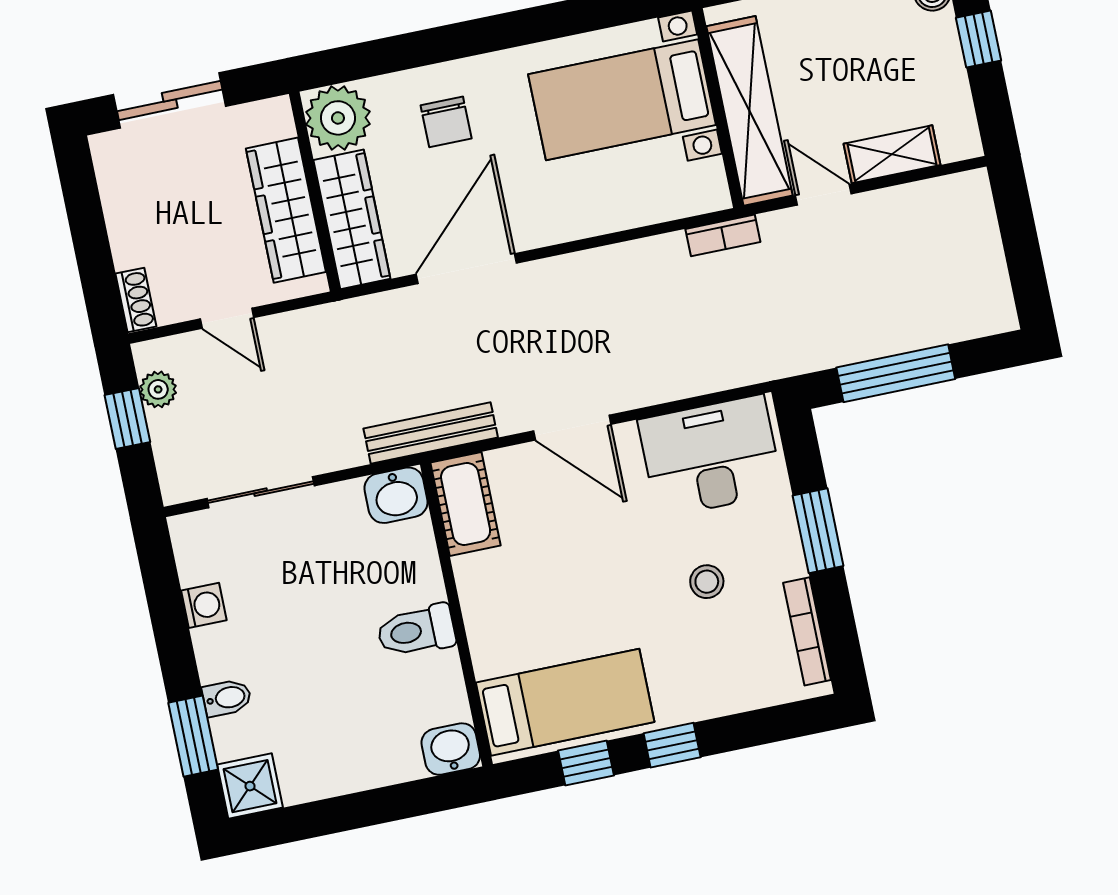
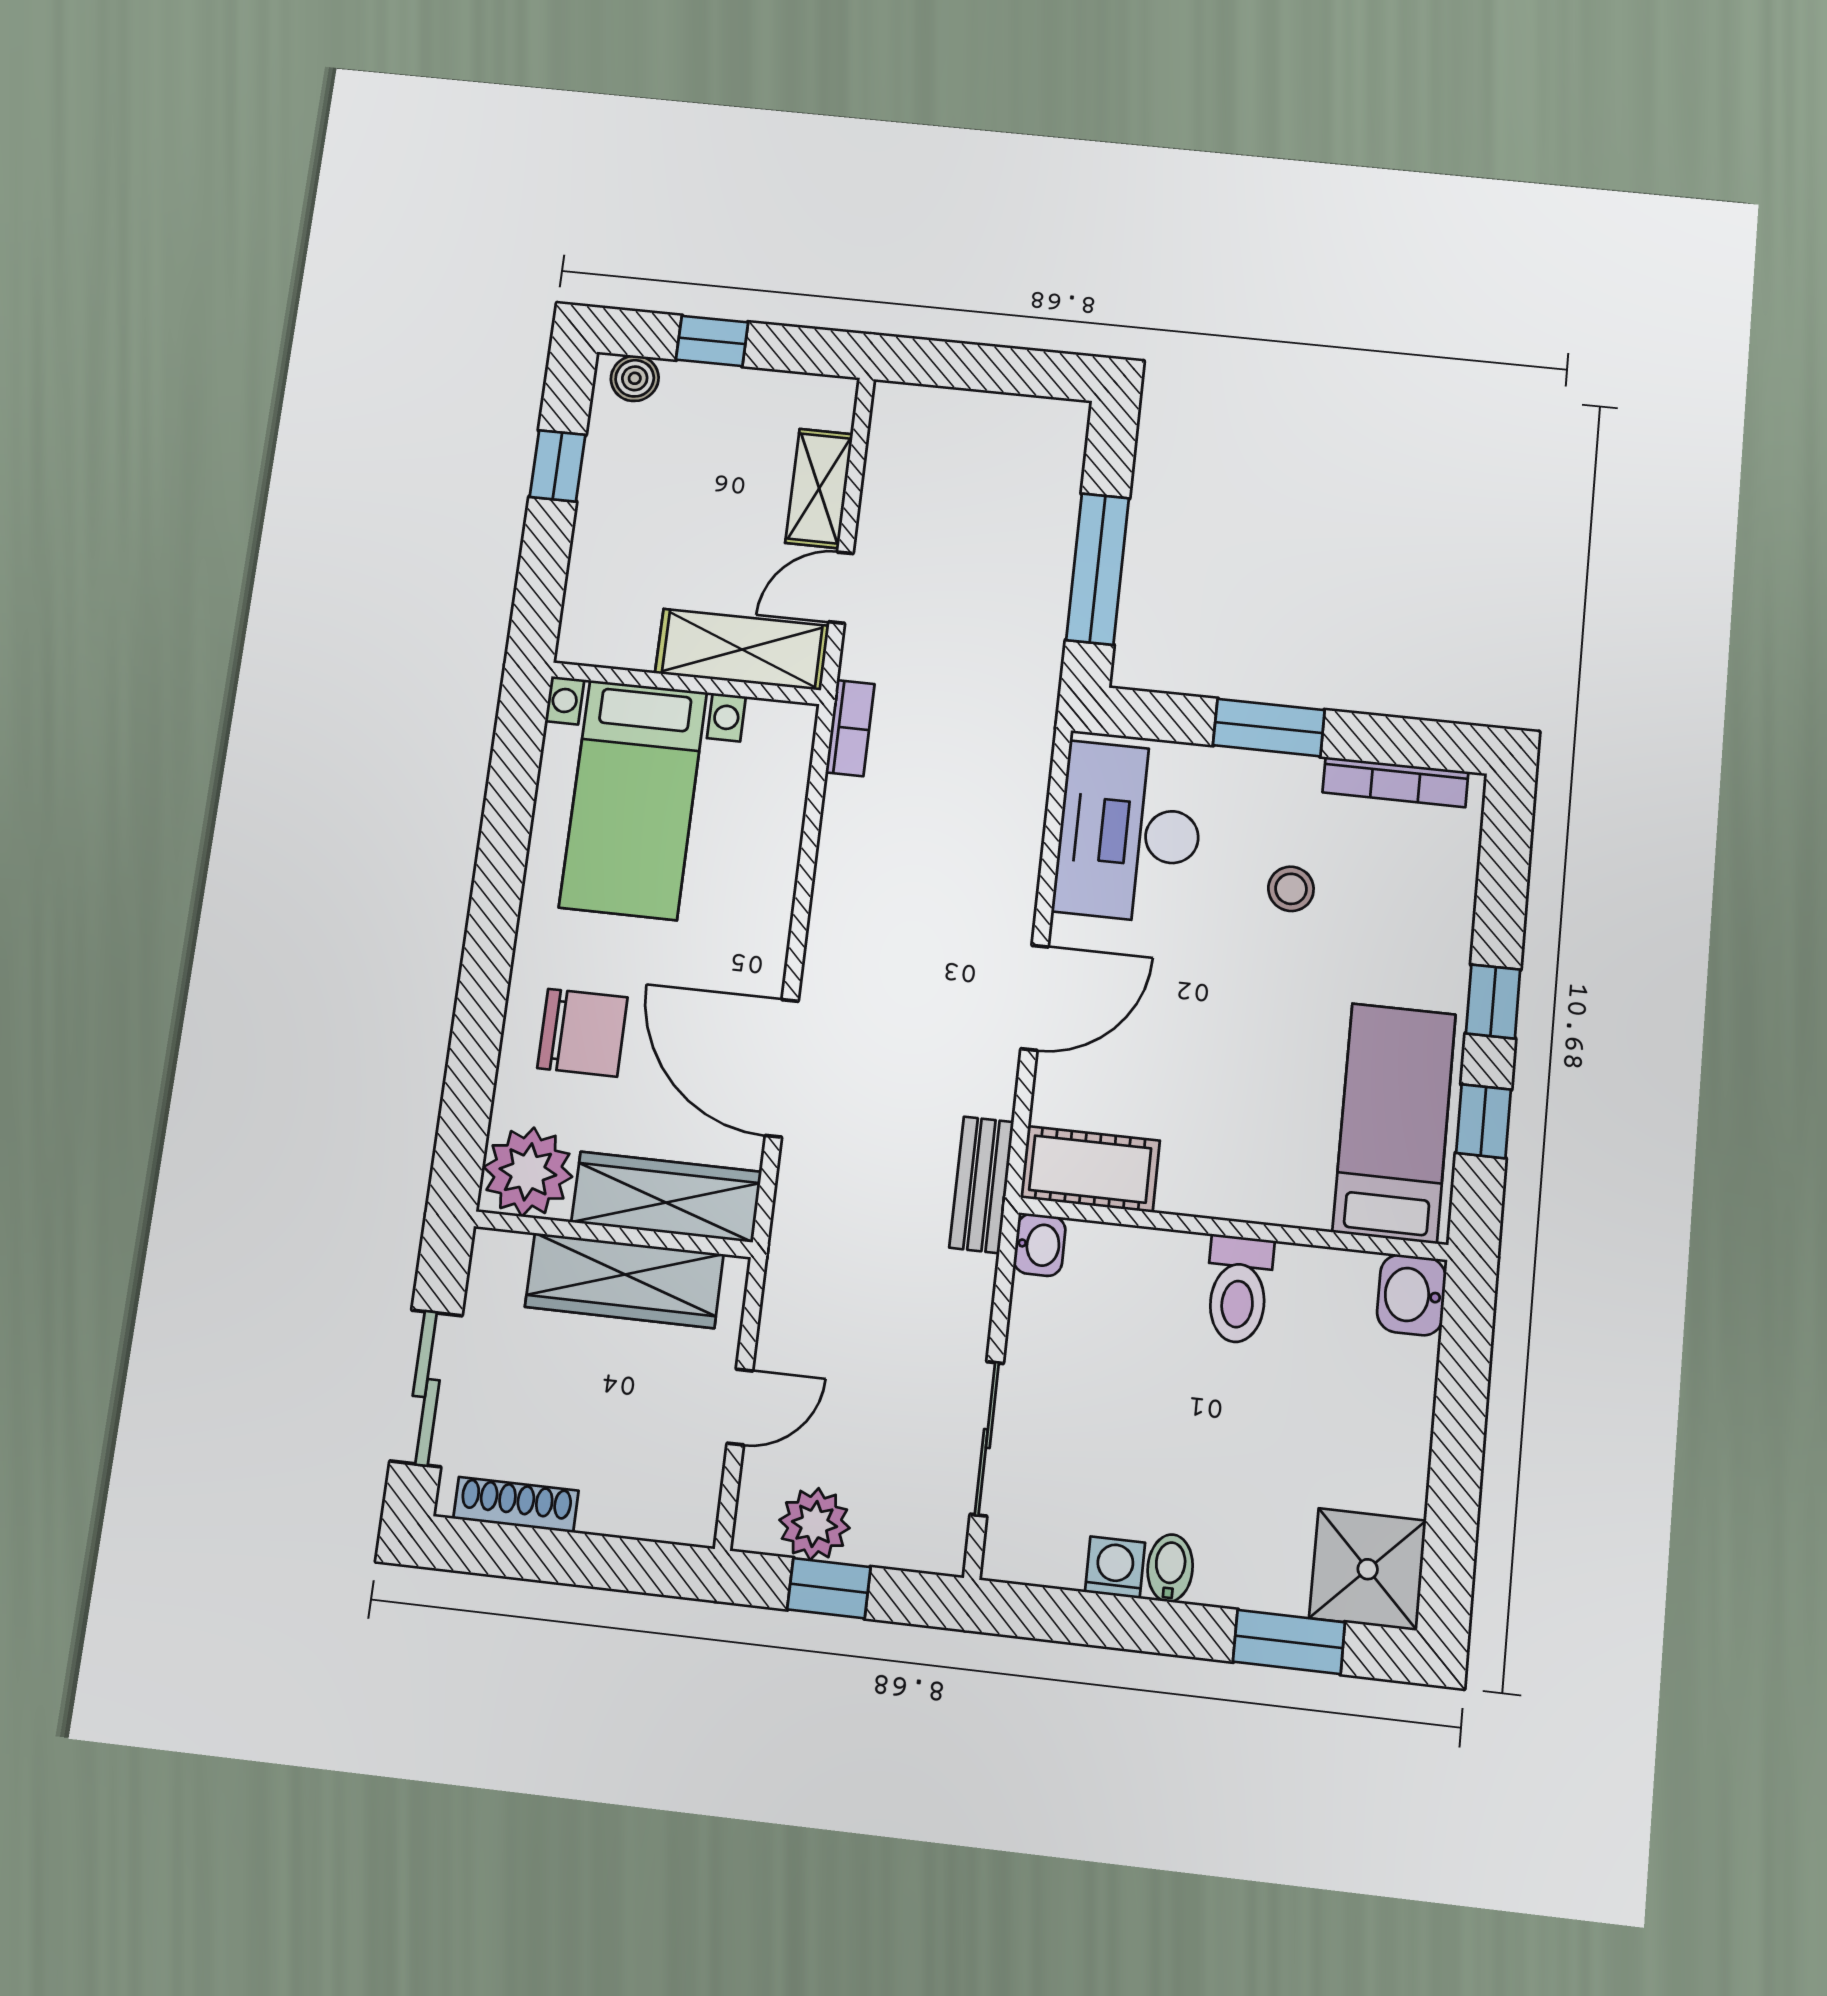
shelving: (749, 111) -> (742, 650), width x0.68
chair: (446, 122) -> (583, 1033), width x1.37, depth x1.37
shoe rack: (136, 300) -> (516, 1505), moved, width x1.43
plant: (158, 389) -> (814, 1524), width x1.38, depth x1.38
bench: (431, 433) -> (982, 1185), width x0.73
washbasin: (396, 495) -> (1040, 1245), width x0.72, depth x0.69
bidet: (227, 698) -> (1170, 1568), moved
shower: (250, 786) -> (1368, 1569), width x1.36, depth x1.36

